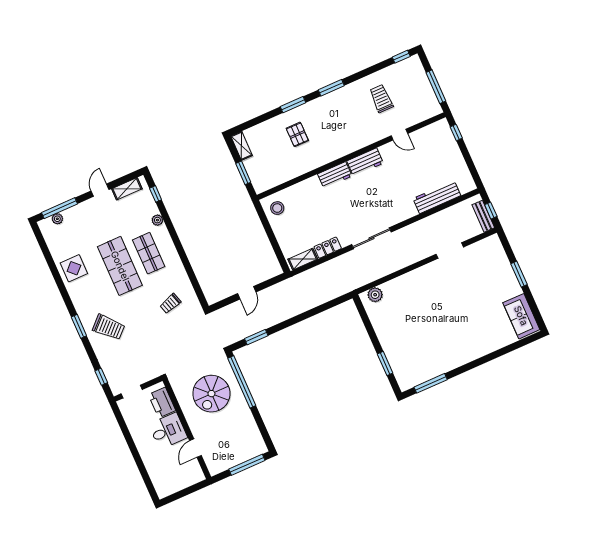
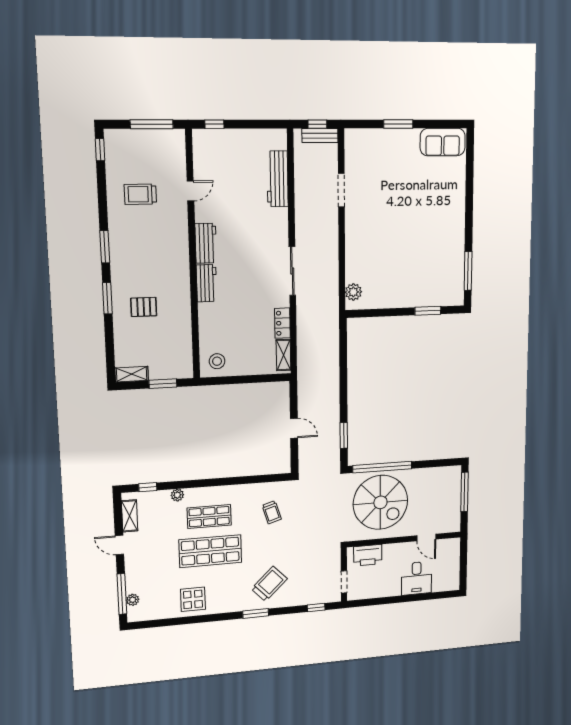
spiral stairs: (211, 394) -> (380, 502), width x1.37, depth x1.37
desk: (168, 431) -> (417, 578), moved, turned 180

